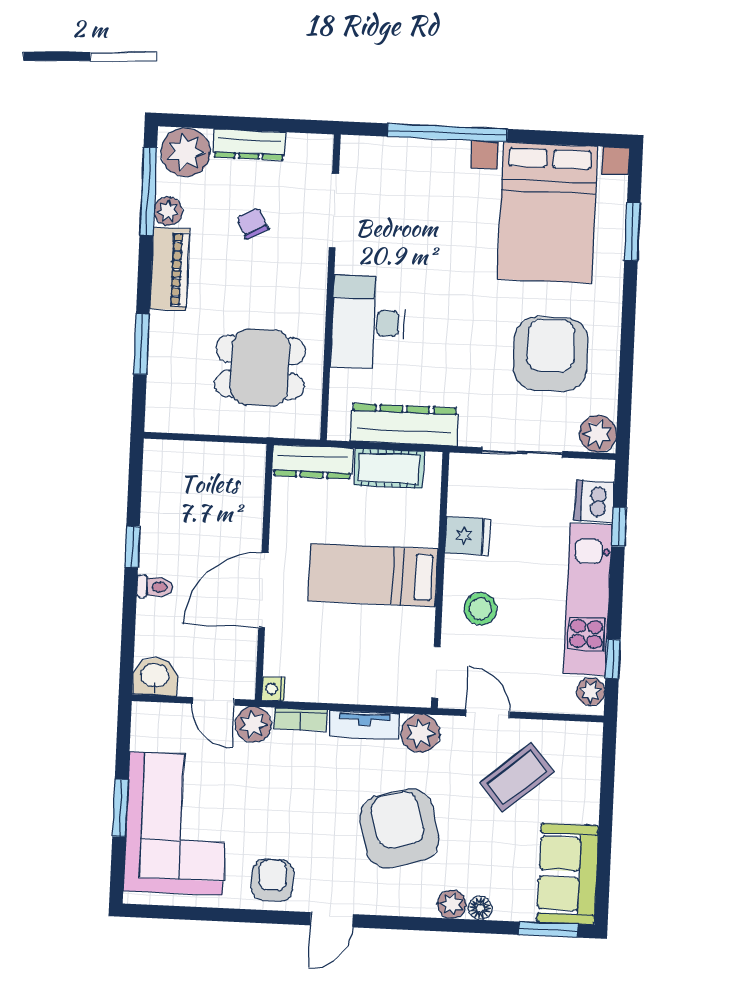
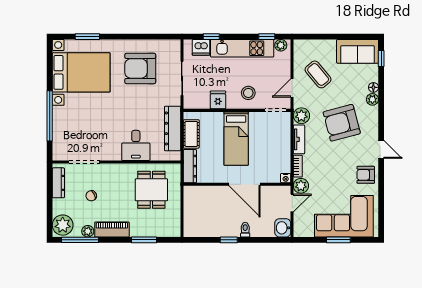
dresser: (249, 145) -> (58, 183), moved
desk: (368, 323) -> (136, 145), width x0.73
plant: (598, 434) -> (173, 47), removed
window: (548, 930) -> (381, 58), width x0.67

